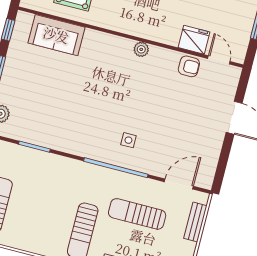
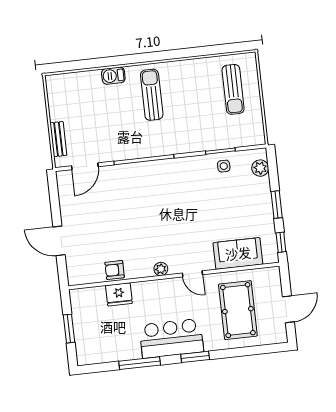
door: (219, 60) -> (192, 274), moved
side table: (128, 140) -> (224, 166), moved
sun lounger: (137, 214) -> (111, 127), removed

